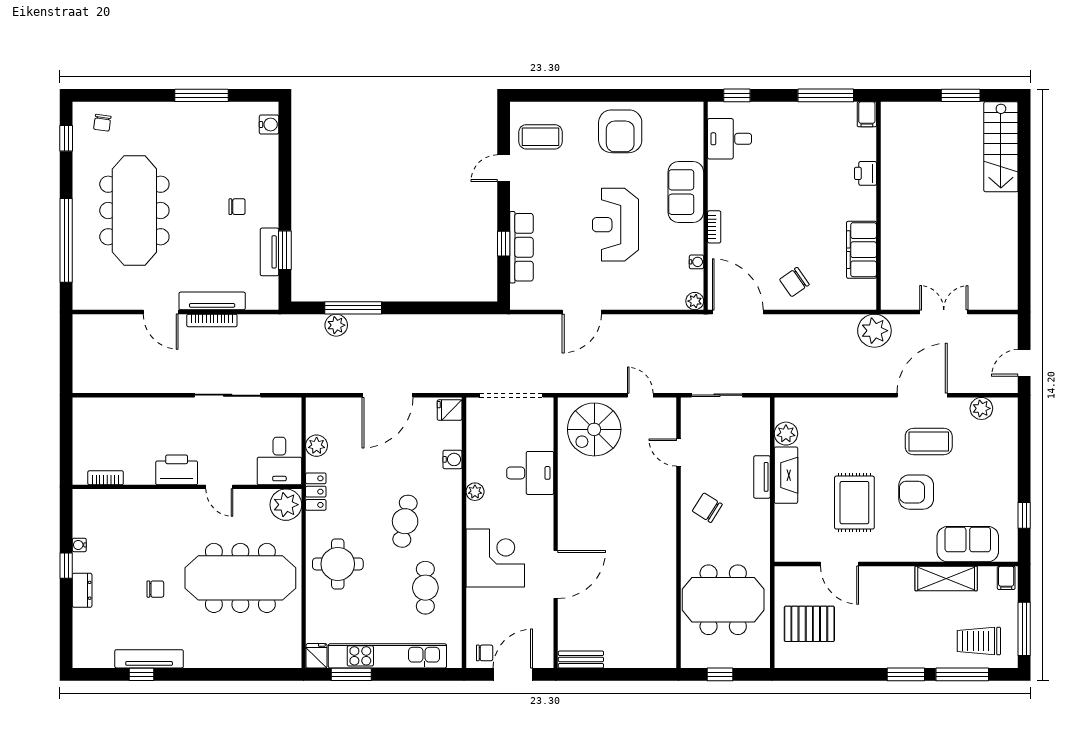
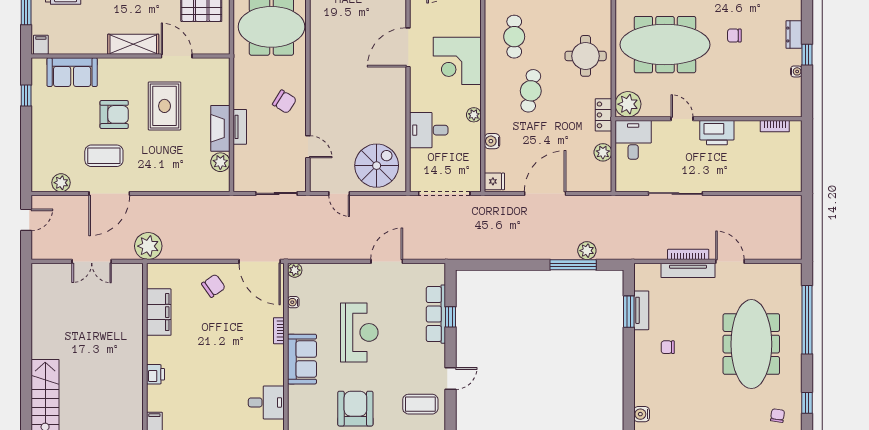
shelving: (946, 578) -> (133, 44), moved

